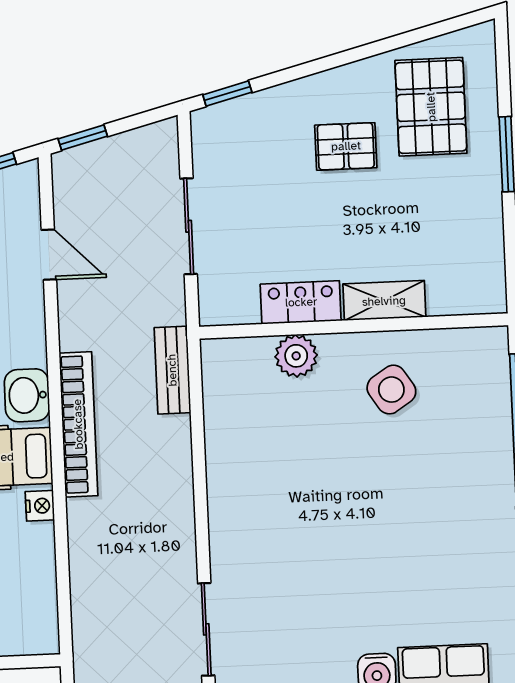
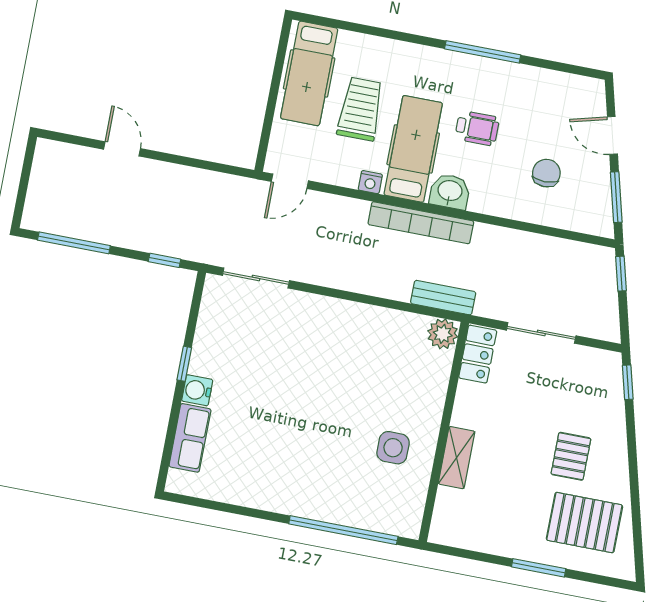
door: (49, 255) -> (290, 181), moved
locker: (301, 302) -> (478, 354), moved
plant: (296, 356) -> (443, 334), moved
side table: (391, 390) -> (393, 448), turned 33

